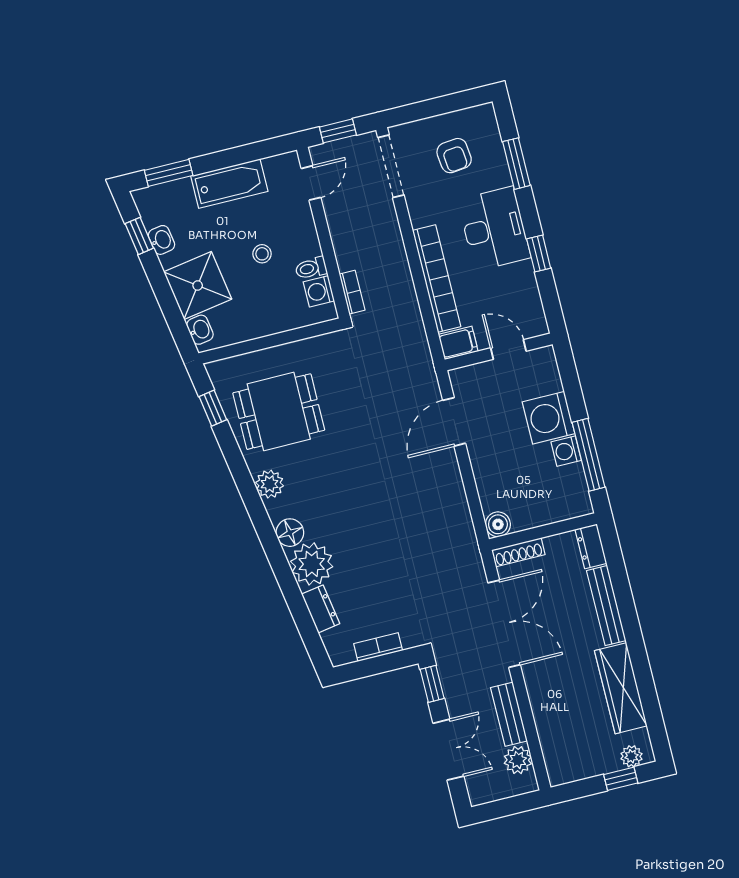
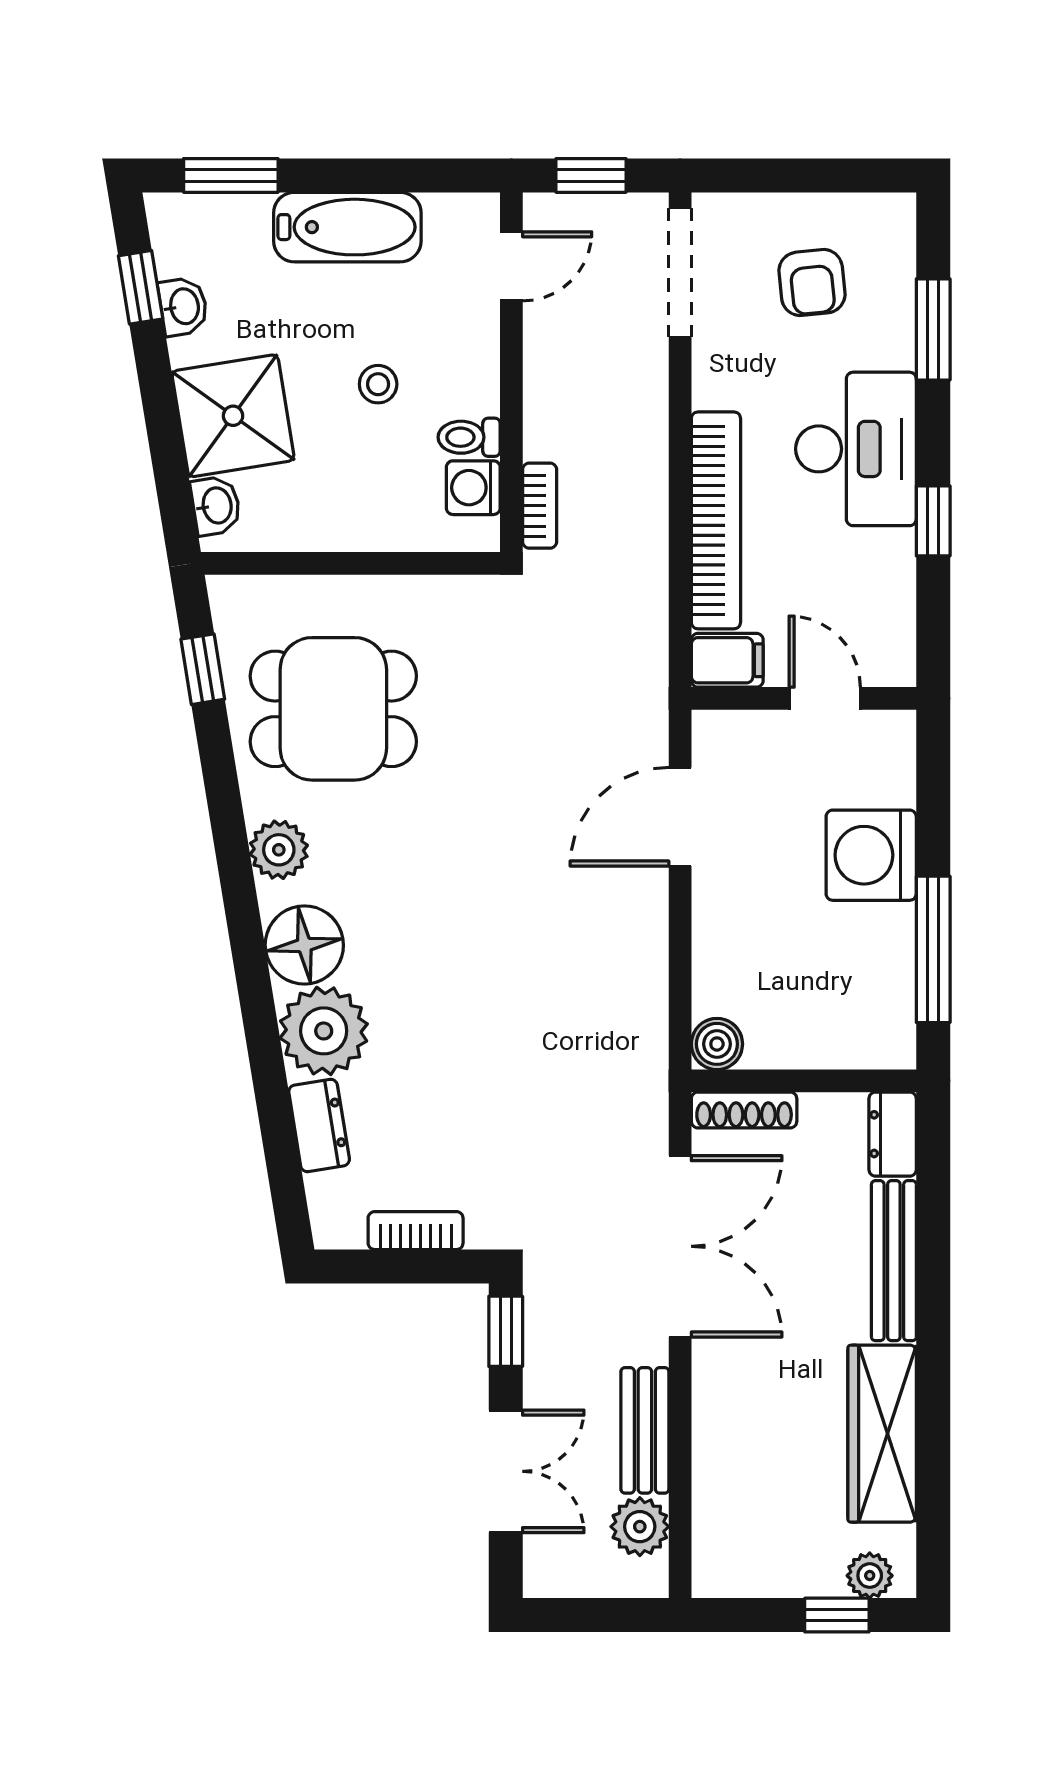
washing machine: (566, 451) -> (890, 931), removed
floor lamp: (290, 533) -> (304, 945), width x1.38, depth x1.38

